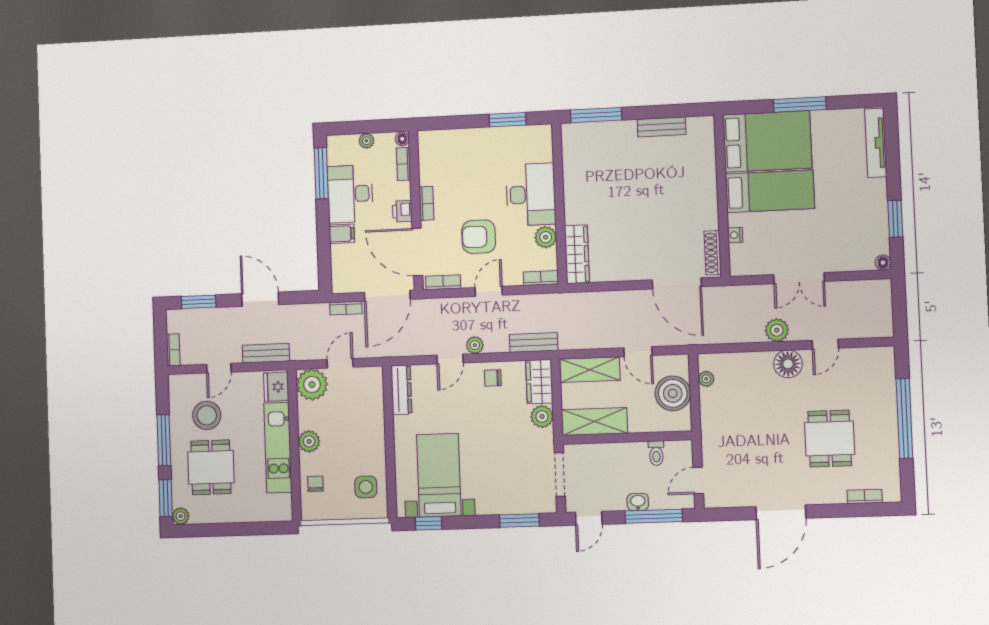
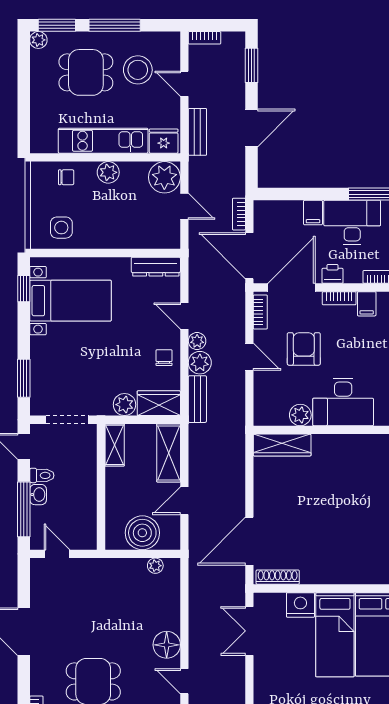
filing cabinet: (431, 175) -> (367, 304), added
nightstand: (735, 235) -> (300, 605), width x1.89, depth x1.79
bookcase: (541, 278) -> (260, 409), removed
double door: (799, 278) -> (249, 631), moved
plant: (777, 330) -> (200, 363), moved
shelving: (594, 422) -> (115, 445), width x0.67, depth x0.75
toilet: (656, 453) -> (42, 475), moved, turned 180

